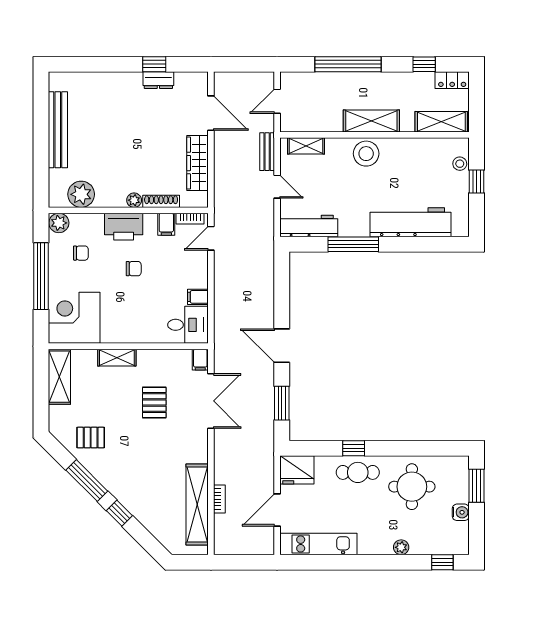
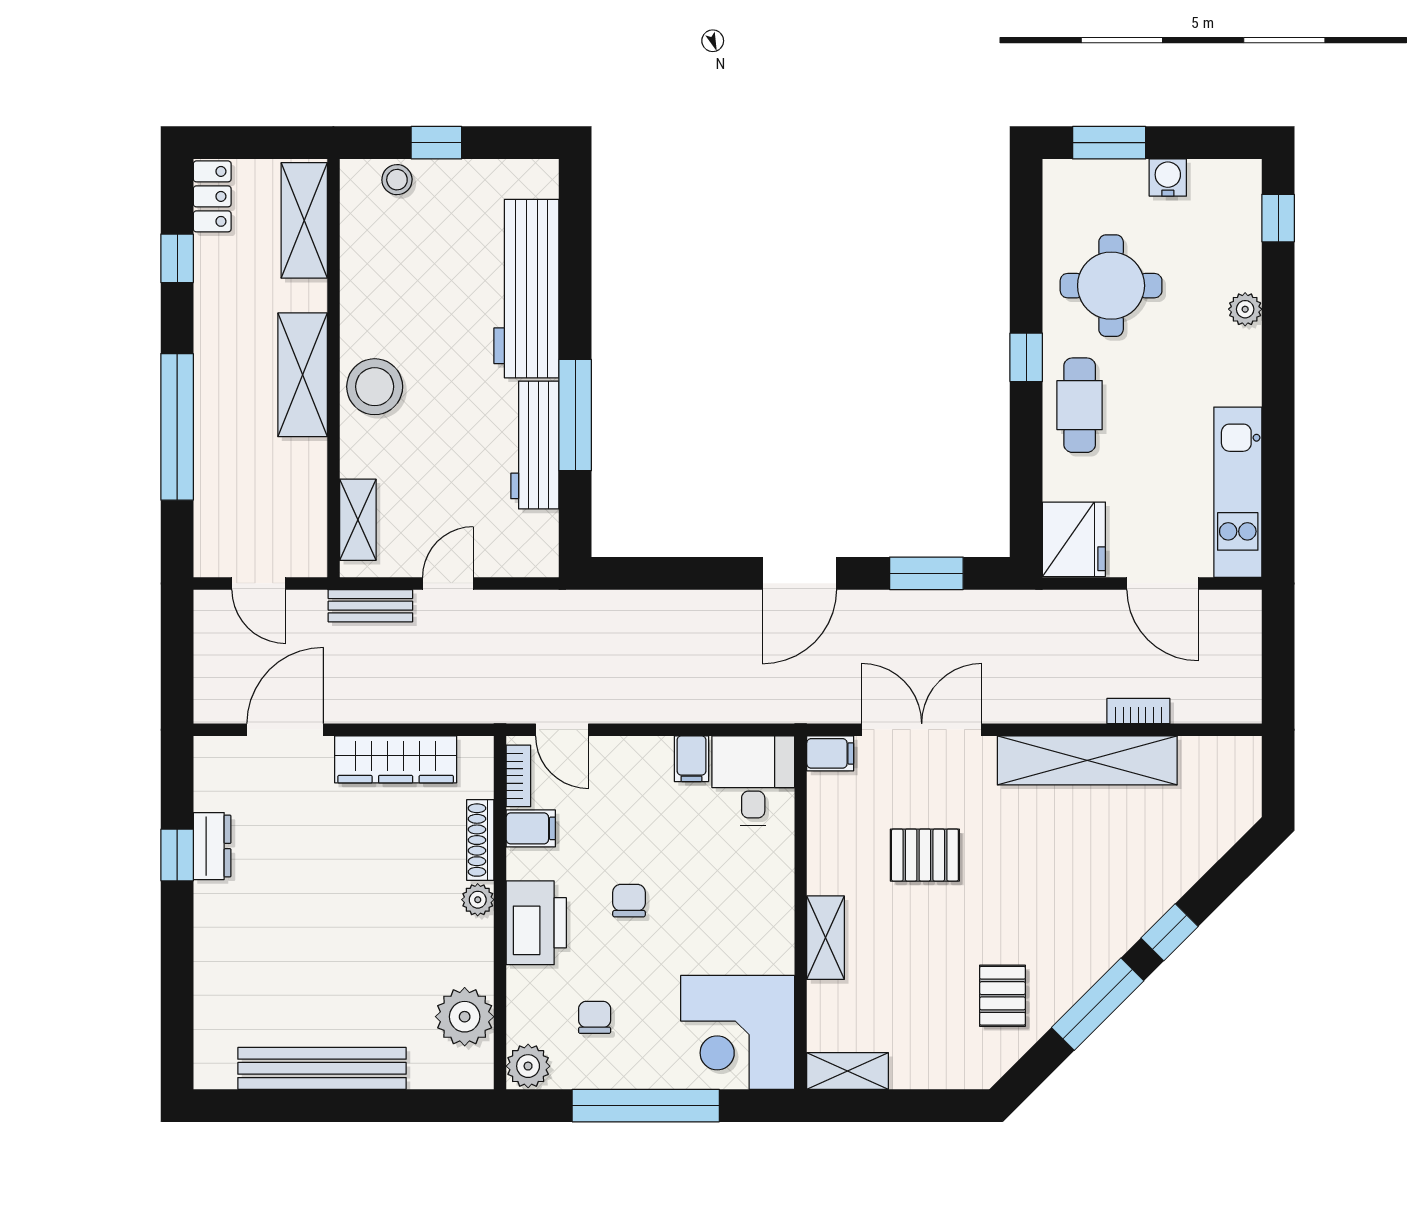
workbench: (309, 226) -> (535, 445), moved
shelving: (59, 377) -> (848, 1071), width x0.67, depth x0.75
window: (354, 448) -> (1026, 357), moved
shelving: (197, 505) -> (1087, 760), moved

